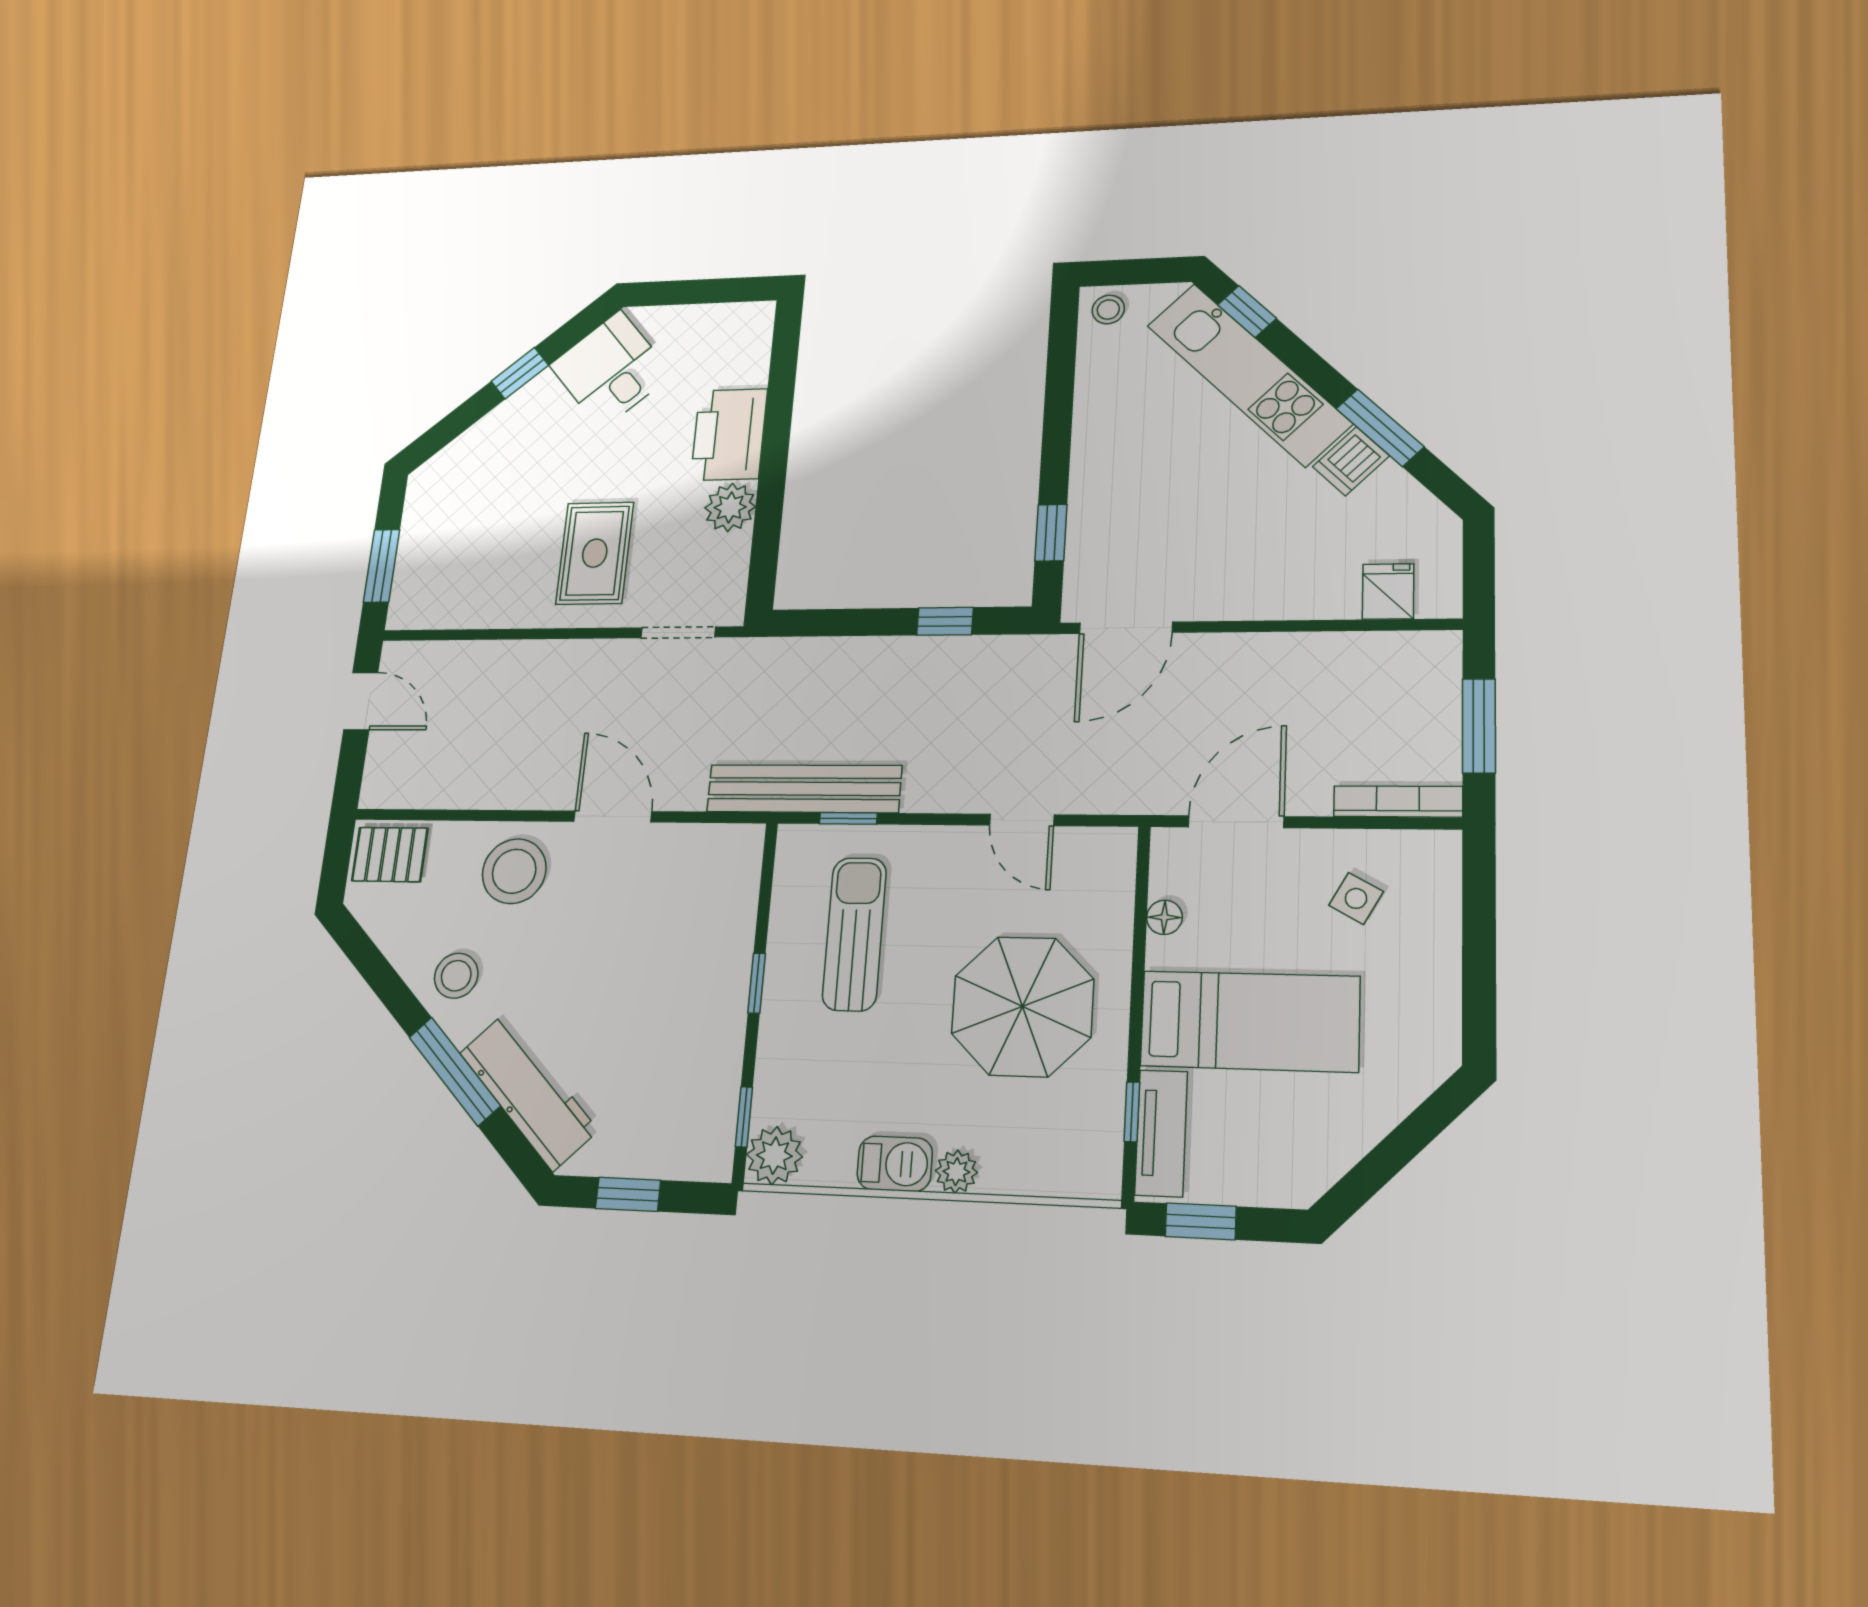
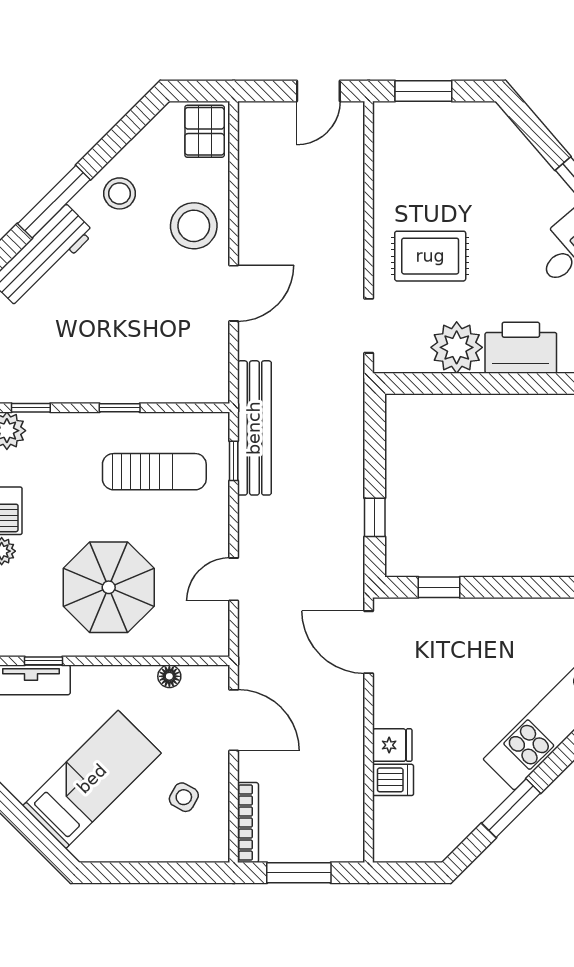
dishwasher: (1351, 461) -> (393, 780), moved, turned 135
plant: (730, 507) -> (457, 347), width x1.36, depth x1.36
fridge: (1388, 591) -> (392, 745), moved
bed: (1250, 1021) -> (92, 779), moved, turned -135

